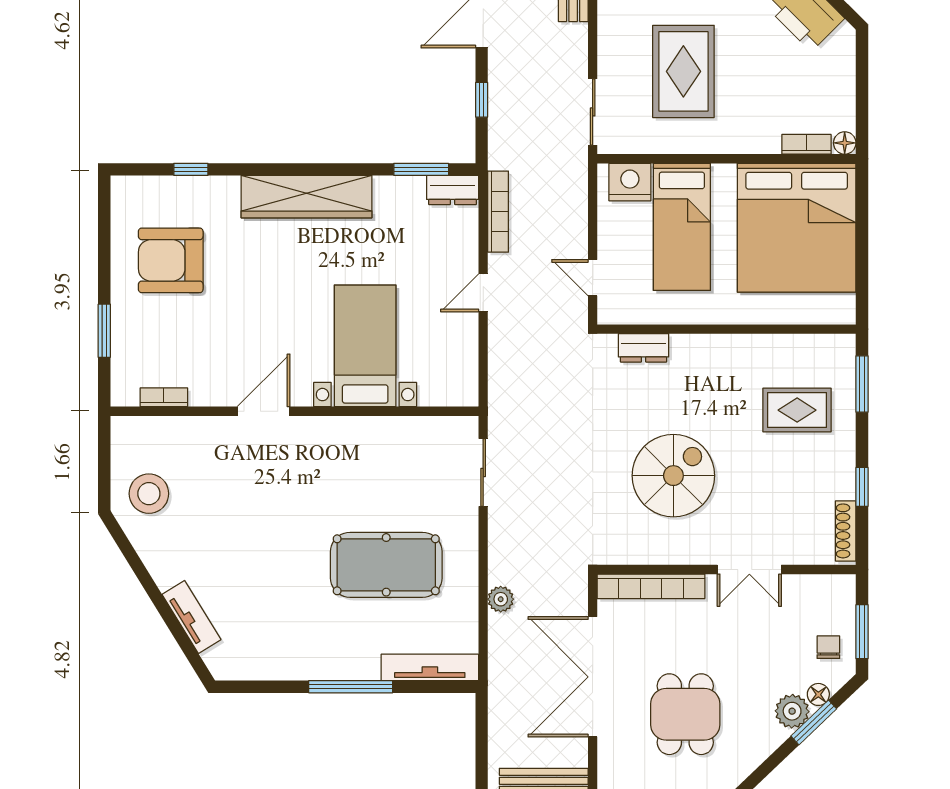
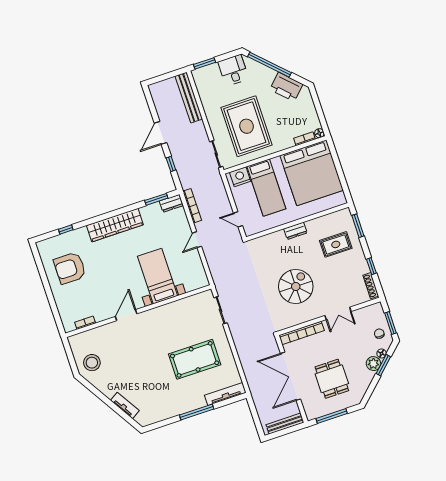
rug: (683, 71) -> (247, 126), width x1.37, depth x1.44
window: (104, 331) -> (53, 304), removed
dresser: (643, 348) -> (295, 231), moved
plant: (501, 599) -> (244, 358), removed

